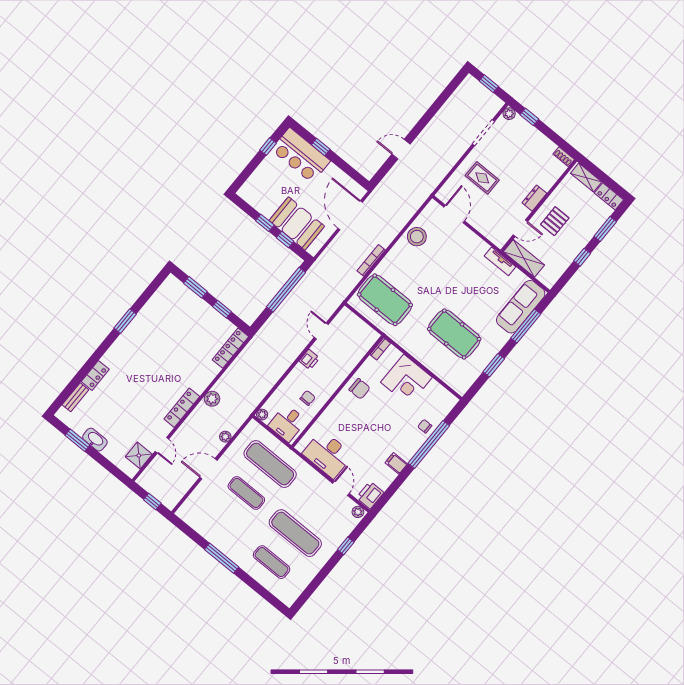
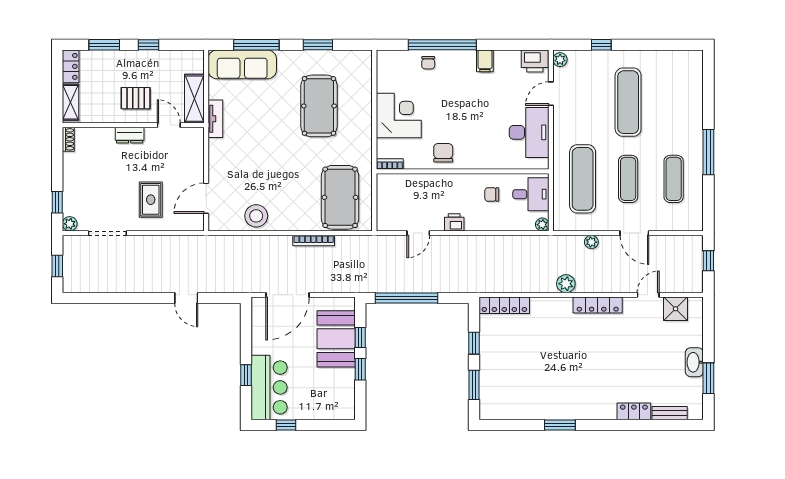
exercise mat: (272, 562) -> (674, 179), moved

